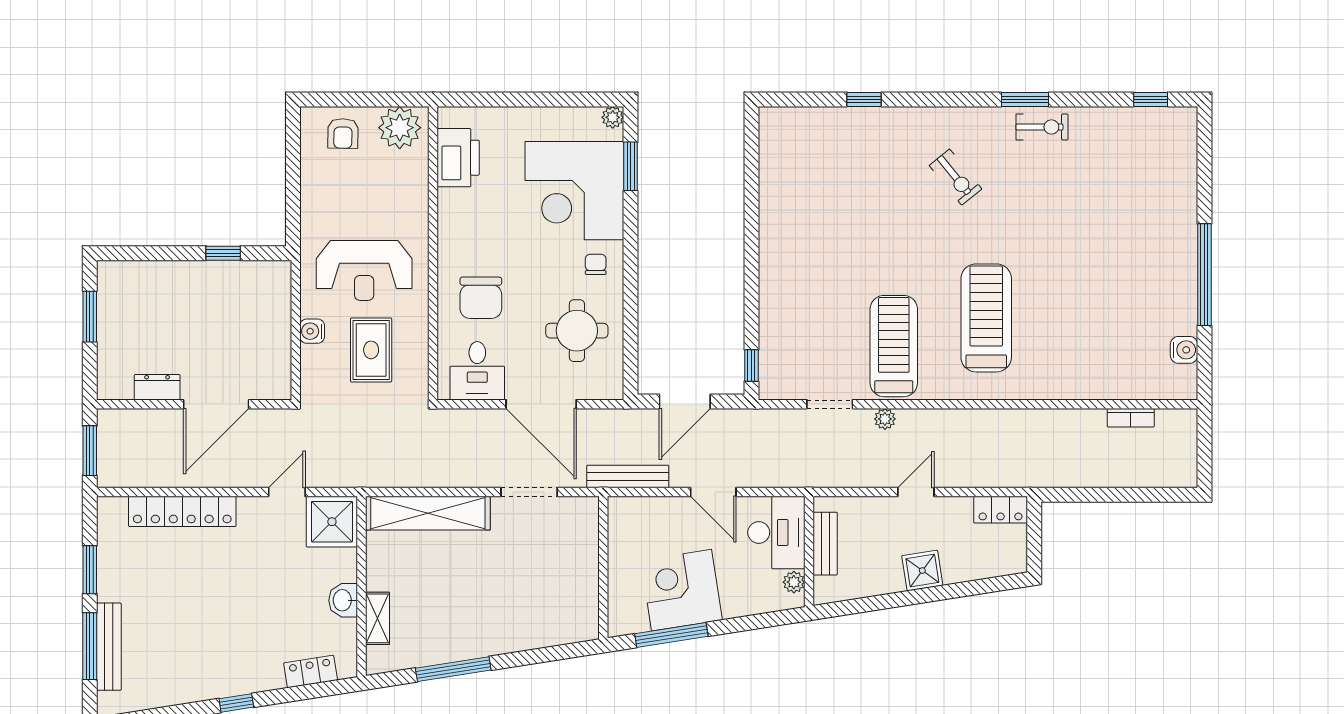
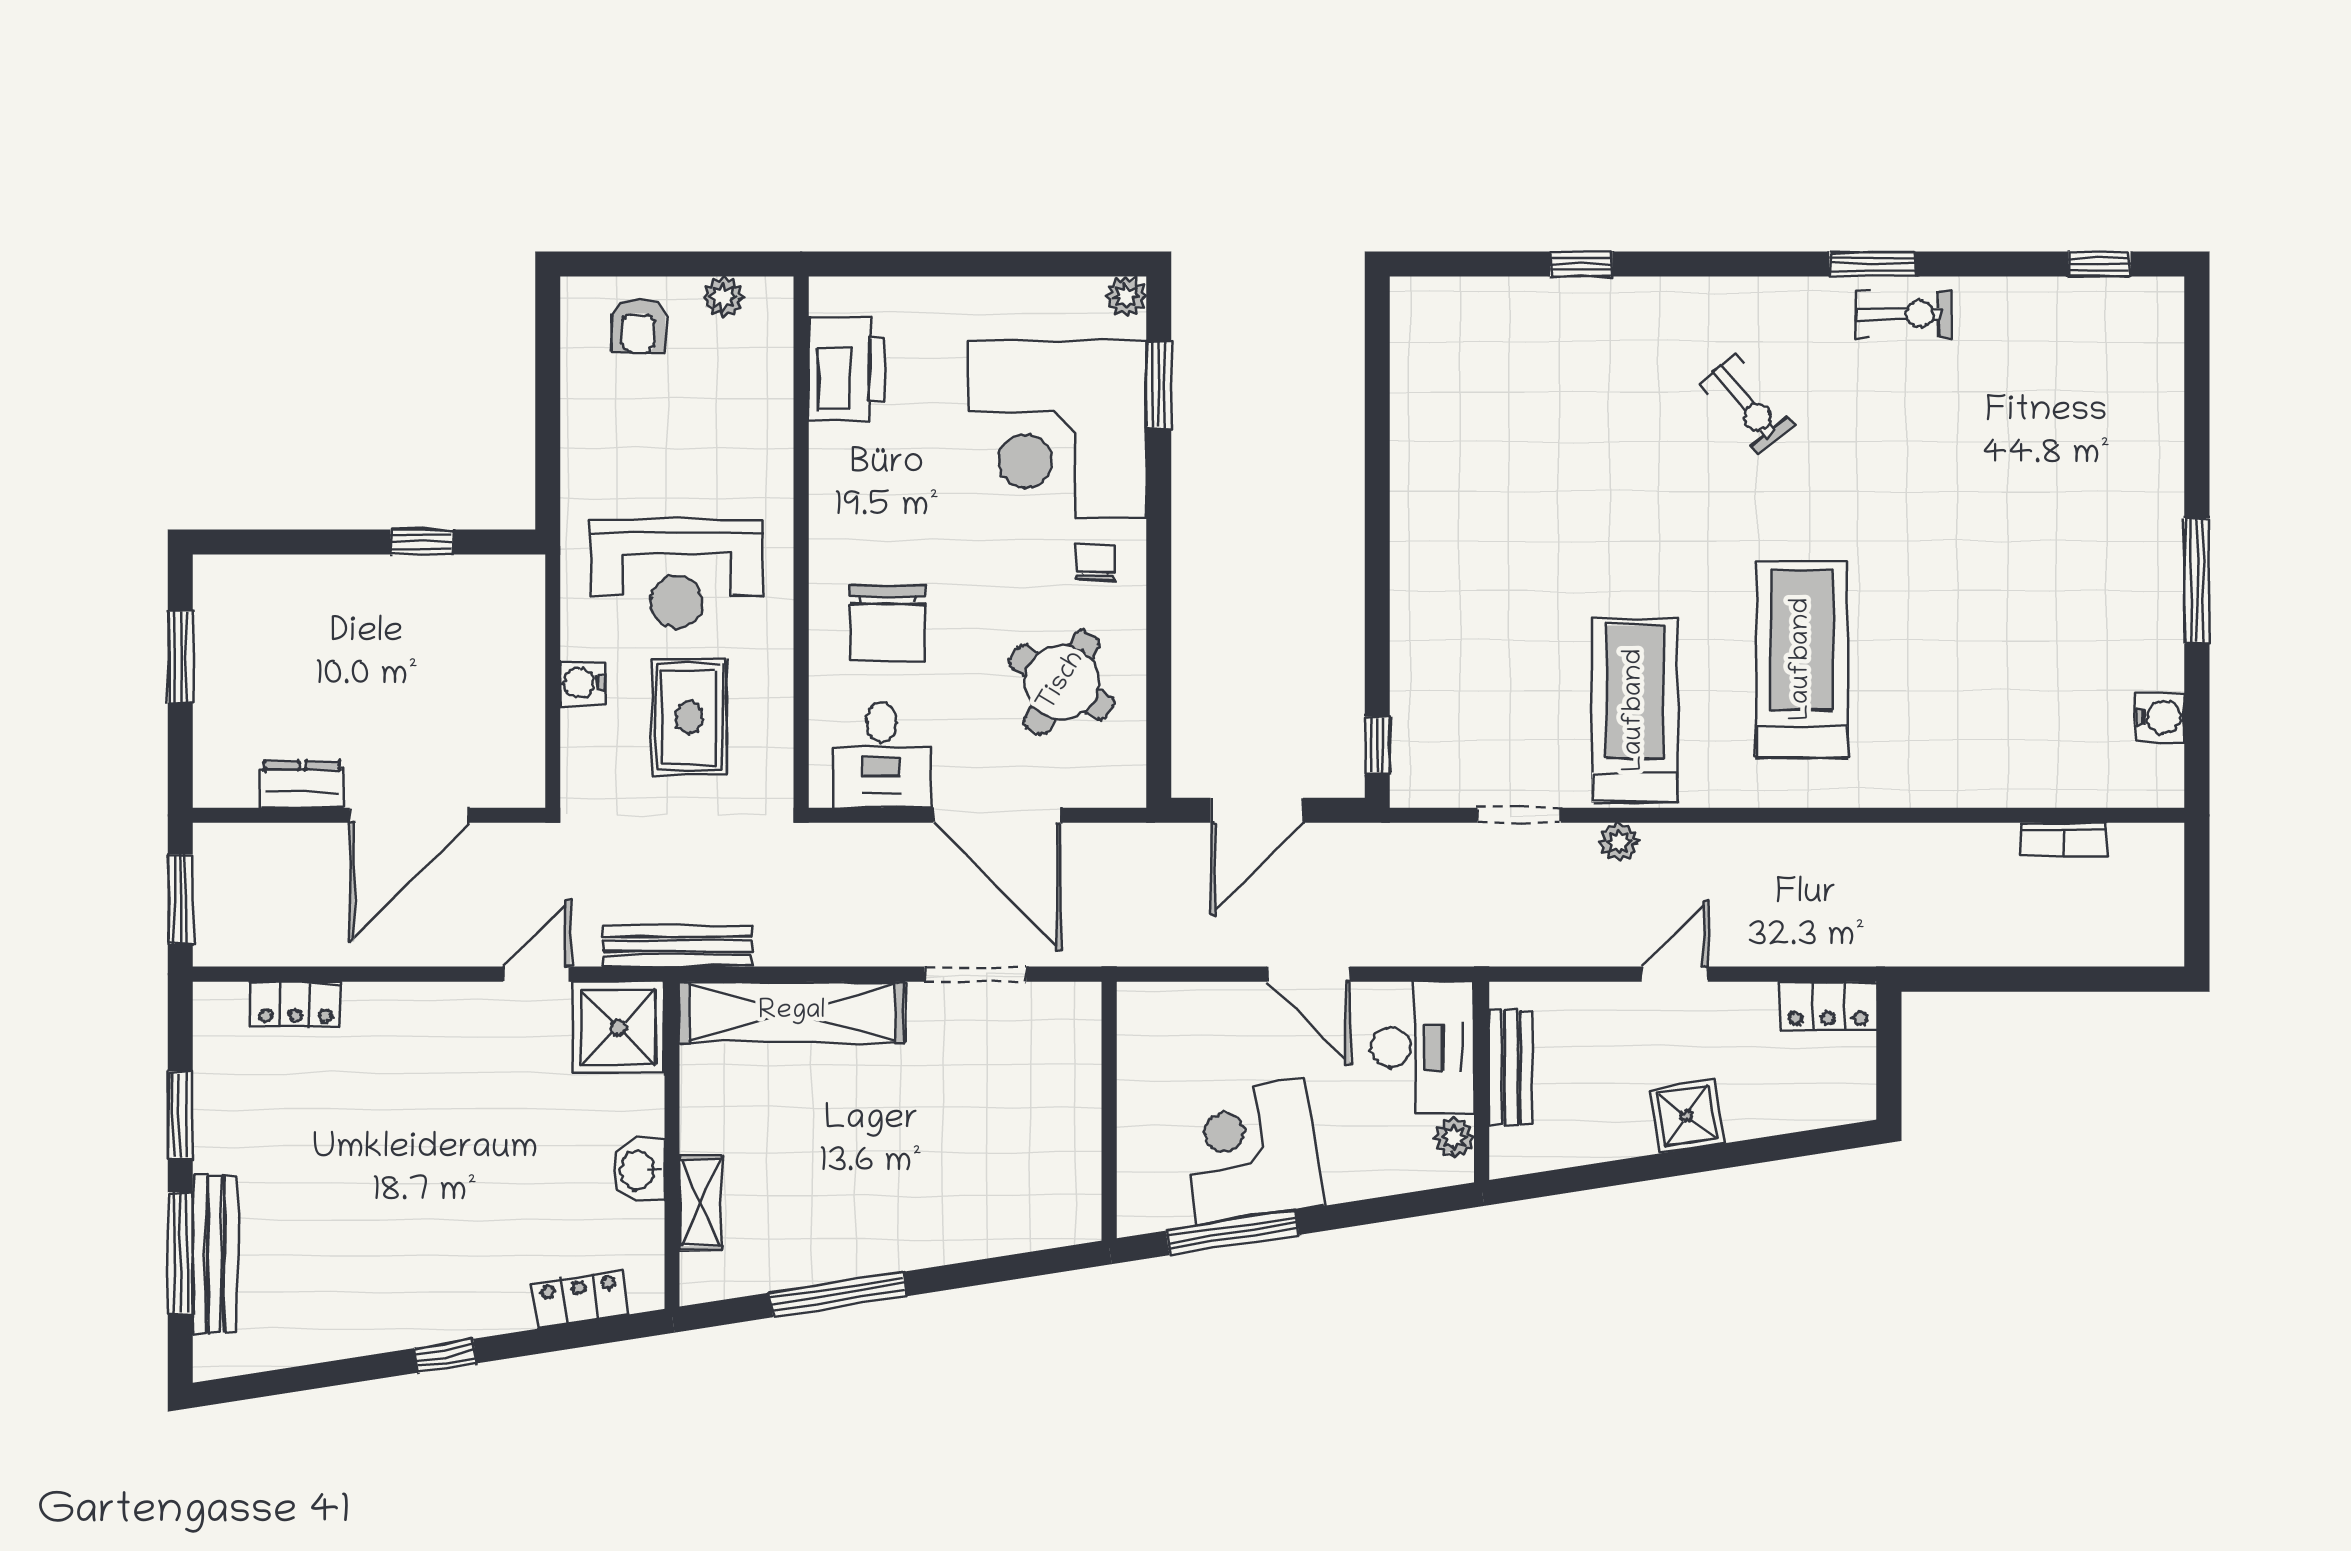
plant: (400, 128) -> (723, 297), width x0.53, depth x0.53
window: (1204, 275) -> (2197, 581), width x0.68
round table: (577, 331) -> (1062, 682), turned 31
bench: (628, 476) -> (677, 946), moved
locker: (182, 511) -> (295, 1004), width x0.46, depth x0.83

